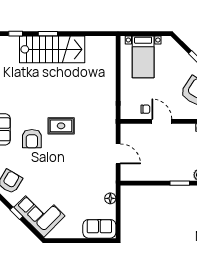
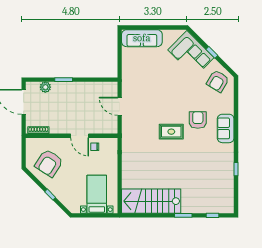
stairs: (52, 49) -> (151, 201), moved
floor lamp: (110, 198) -> (127, 66), removed
sofa: (99, 229) -> (142, 38), width x1.36

